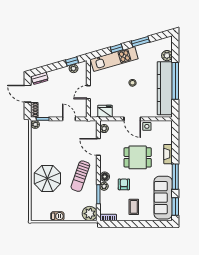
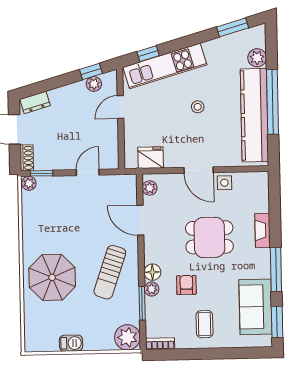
window: (140, 42) -> (233, 27), moved
window: (117, 48) -> (148, 54), moved
door: (88, 92) -> (120, 107), moved
door: (69, 119) -> (88, 172), hinge flipped
sofa: (163, 198) -> (256, 307), width x0.73

